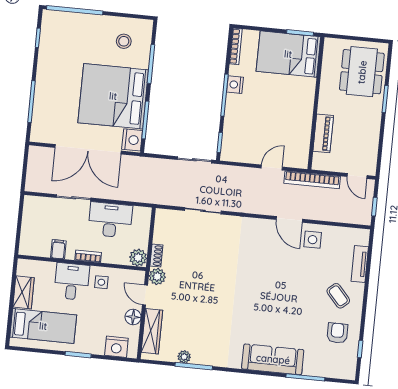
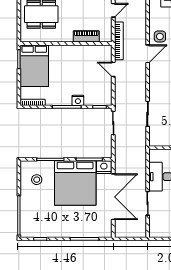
nightstand: (235, 85) -> (78, 100), moved

